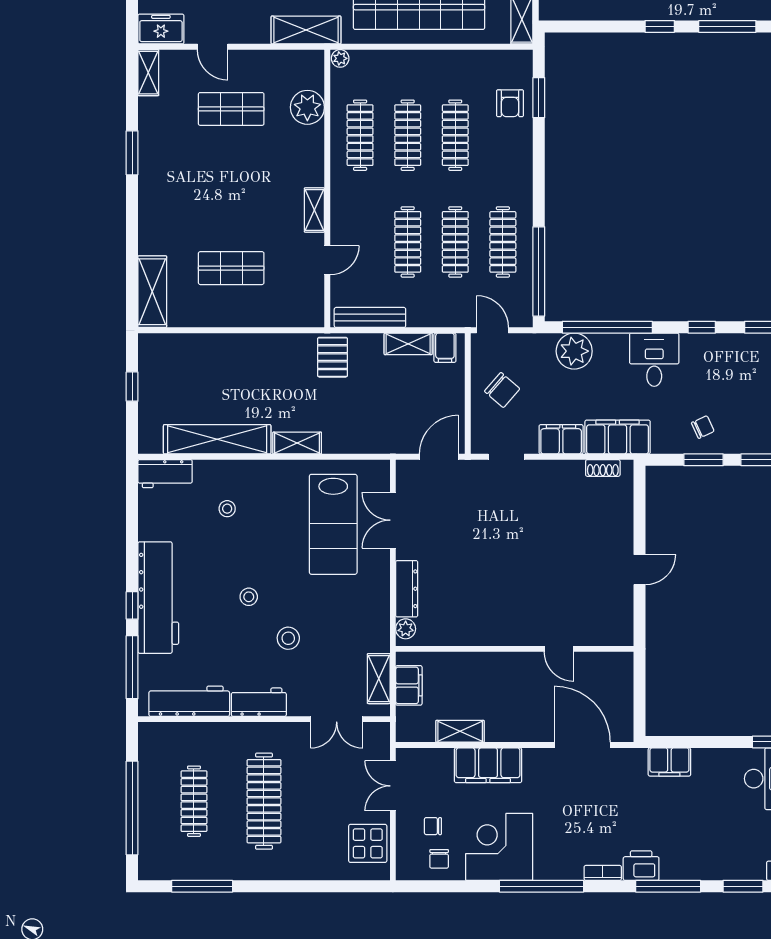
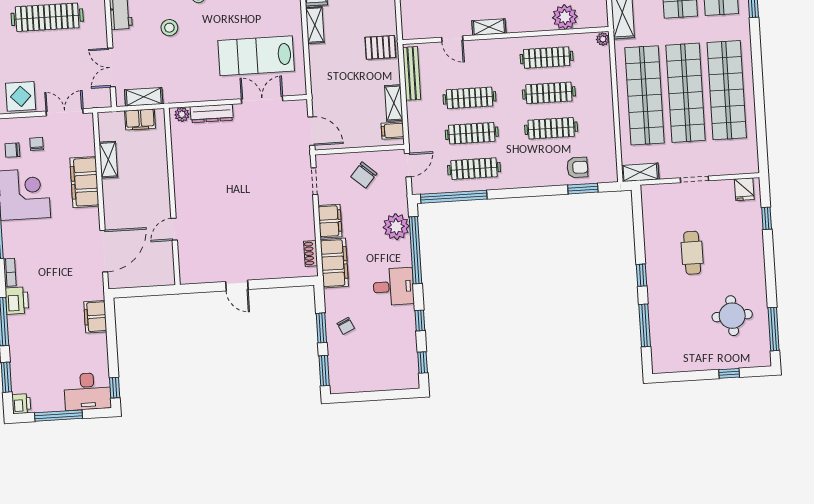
armchair: (510, 103) -> (577, 167), turned 180

